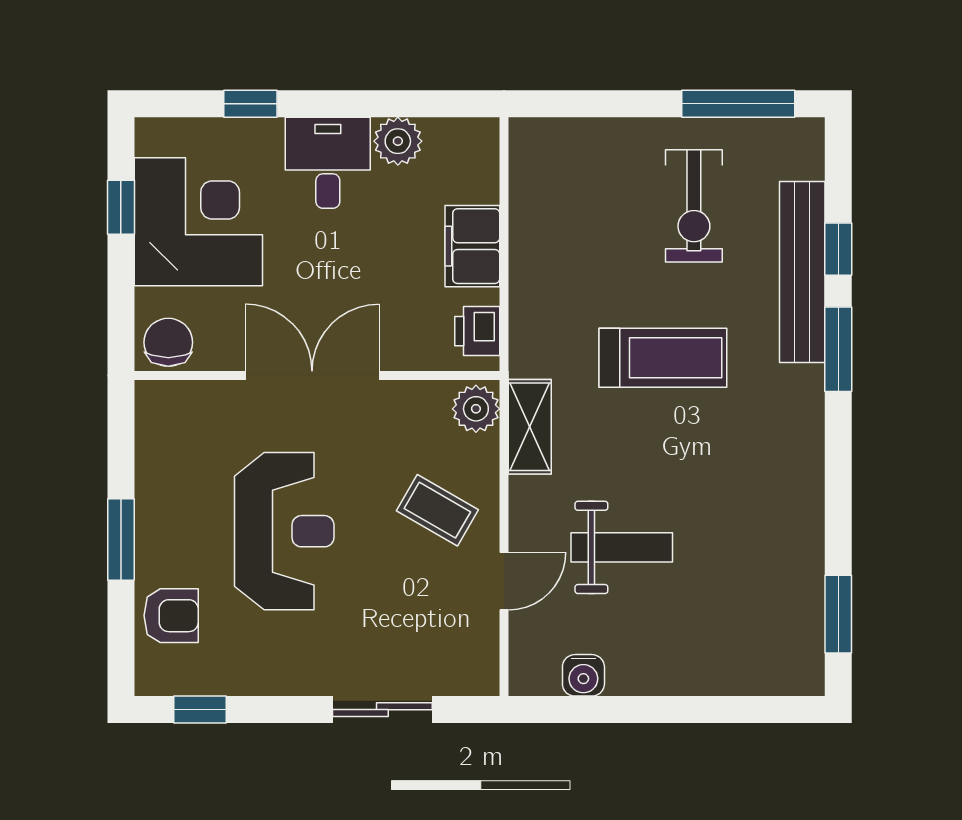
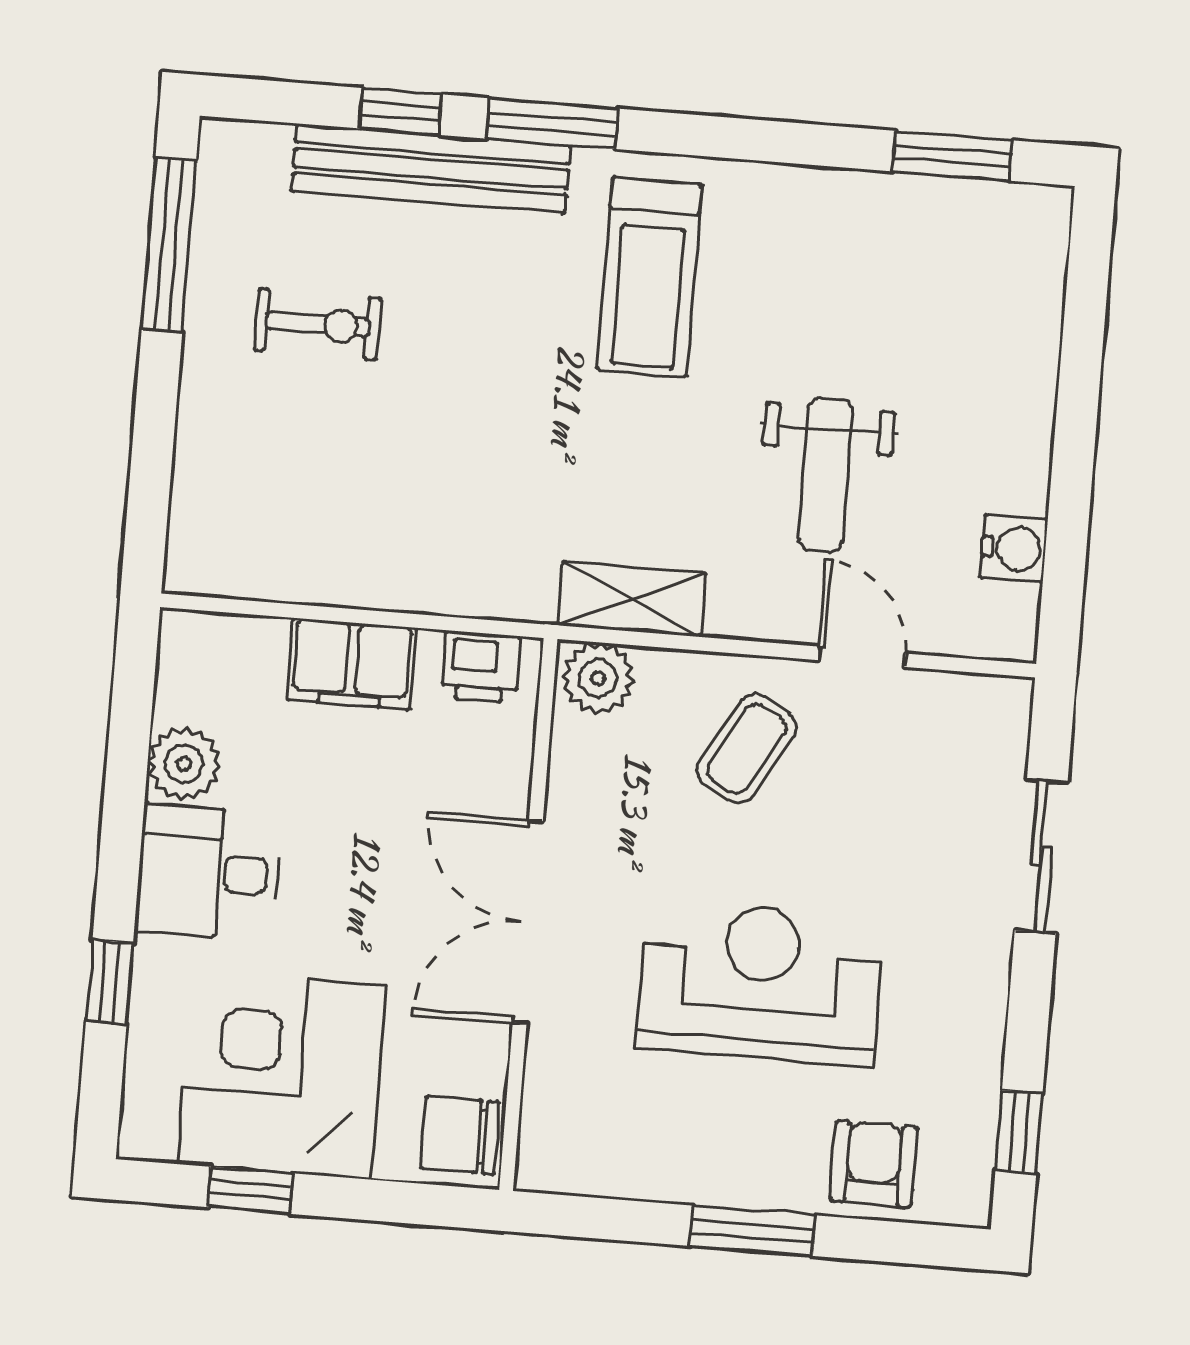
exercise bike: (694, 206) -> (318, 324), width x0.73, depth x0.72
treadmill: (663, 358) -> (650, 277), moved, turned 180
weight bench: (622, 547) -> (825, 475), turned 180

